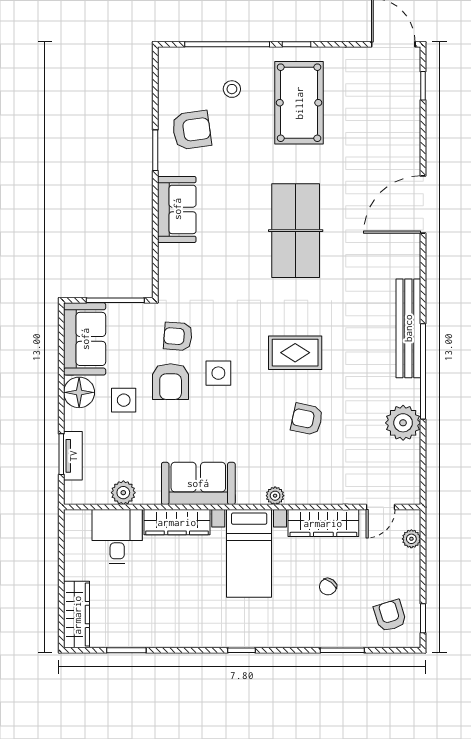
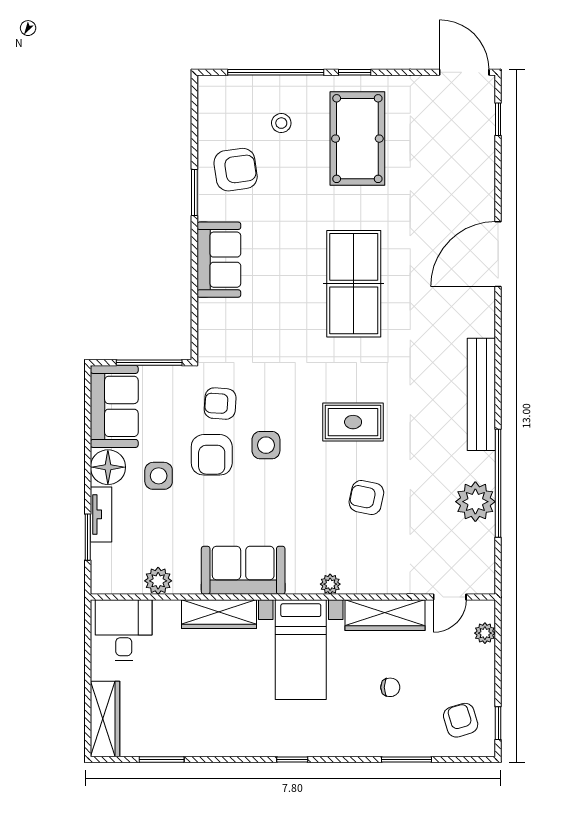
window: (423, 371) -> (498, 483), moved
tv unit: (73, 456) -> (101, 514), moved
desk: (117, 536) -> (124, 630), moved
chair: (328, 587) -> (390, 687), turned -127

